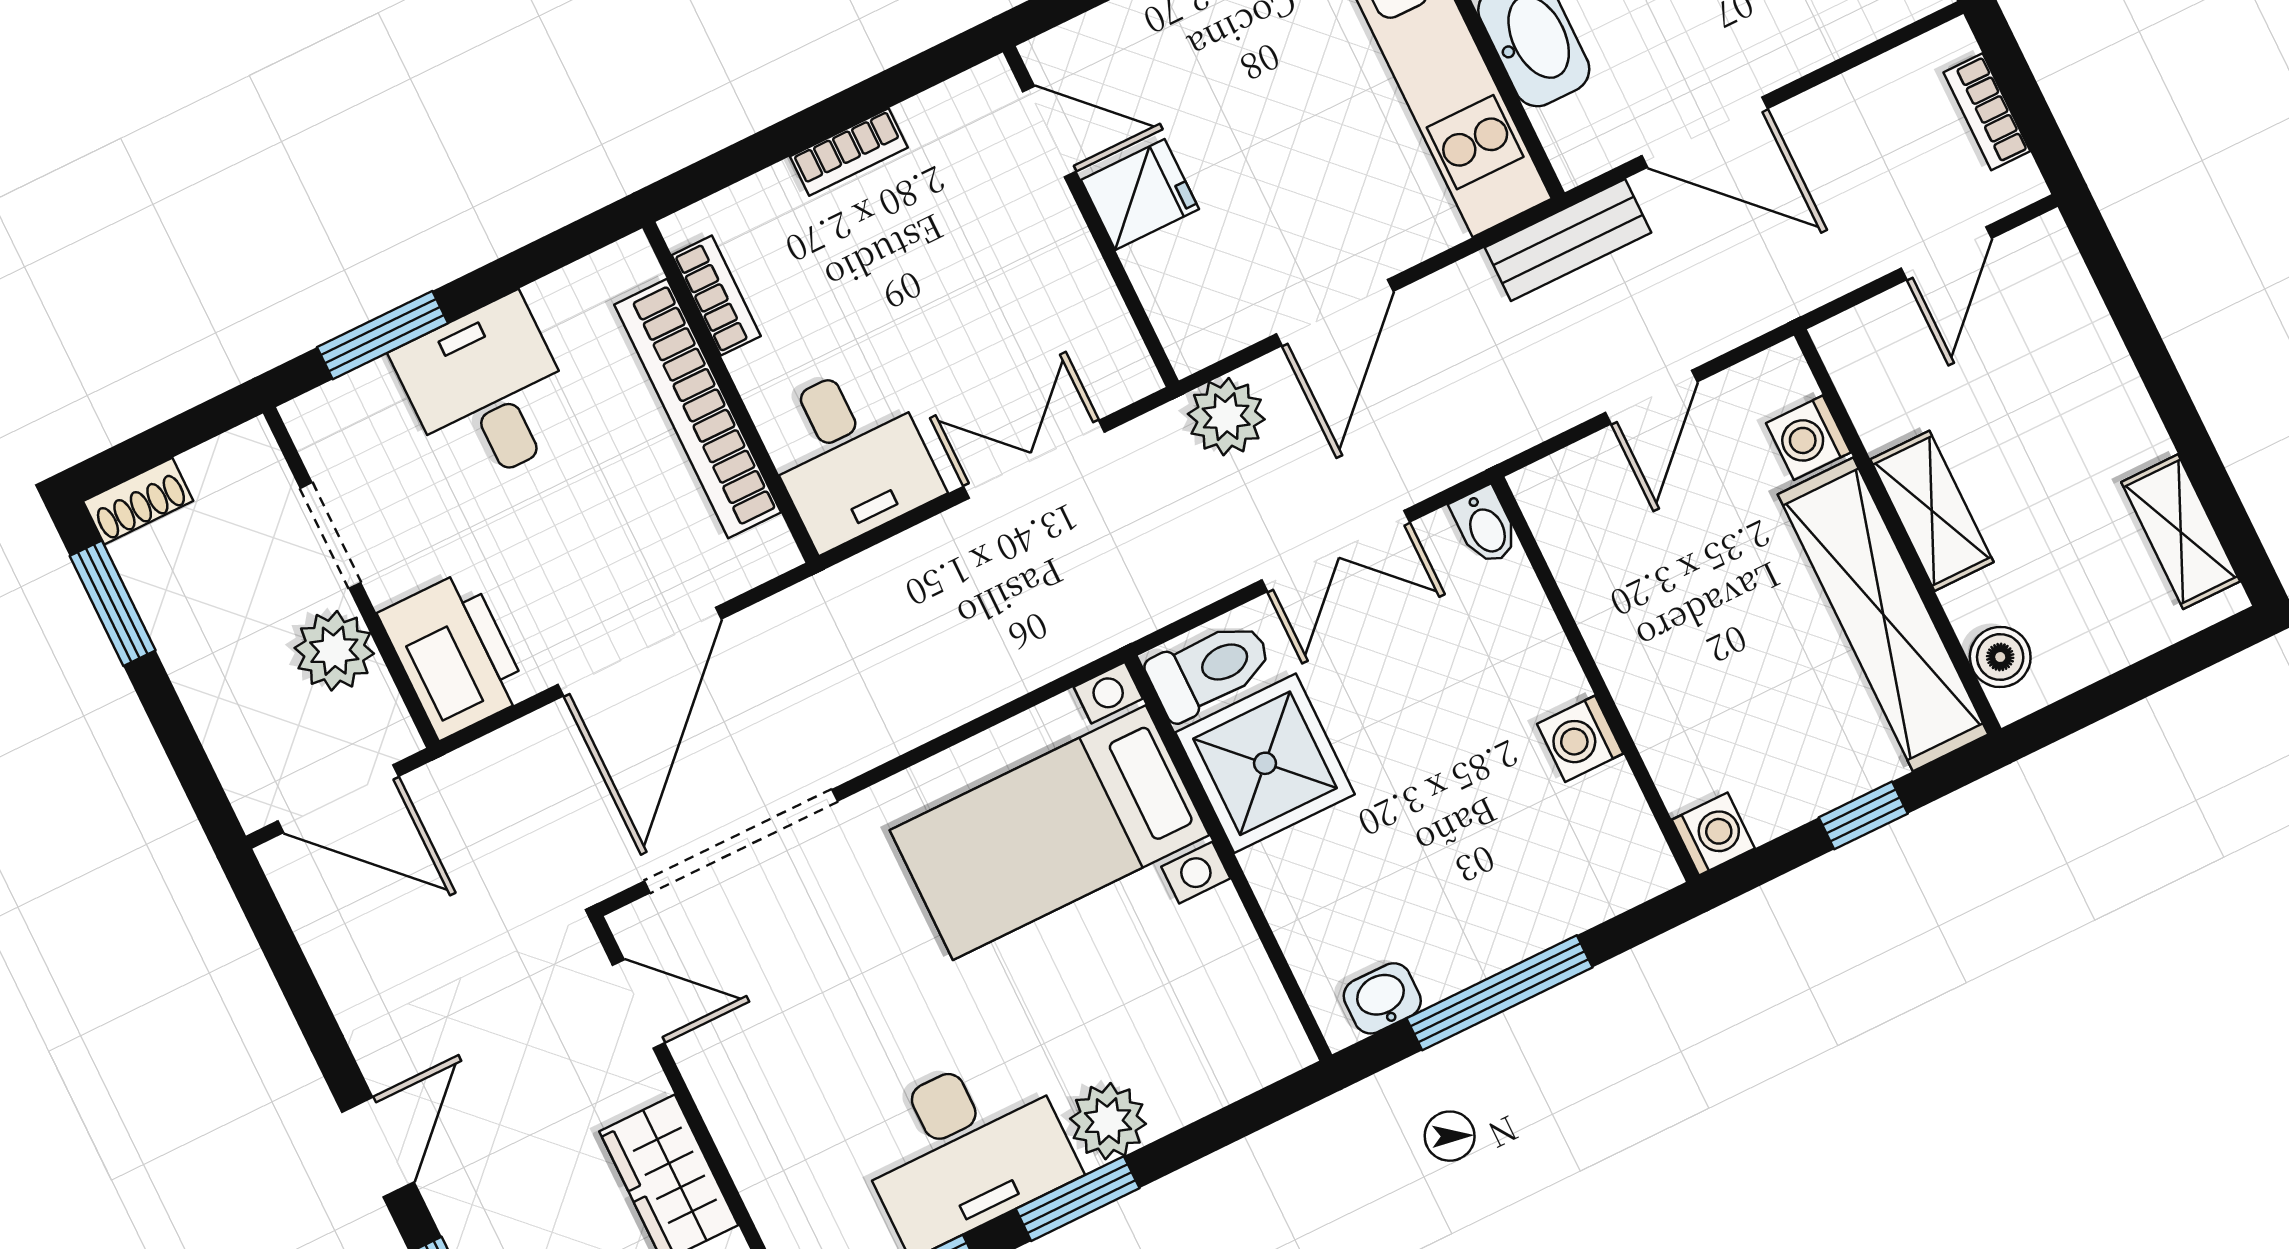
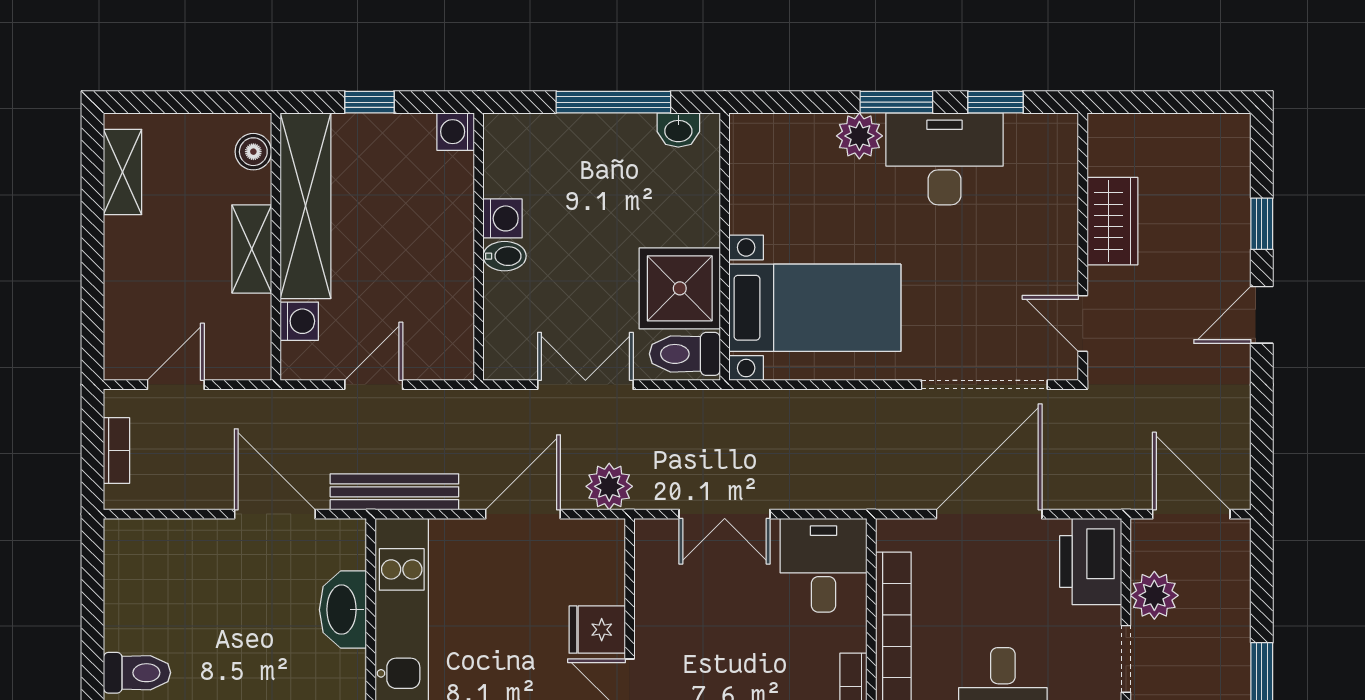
bench: (1568, 240) -> (394, 492), width x1.36
bidet: (1485, 526) -> (505, 256), moved, turned 90

